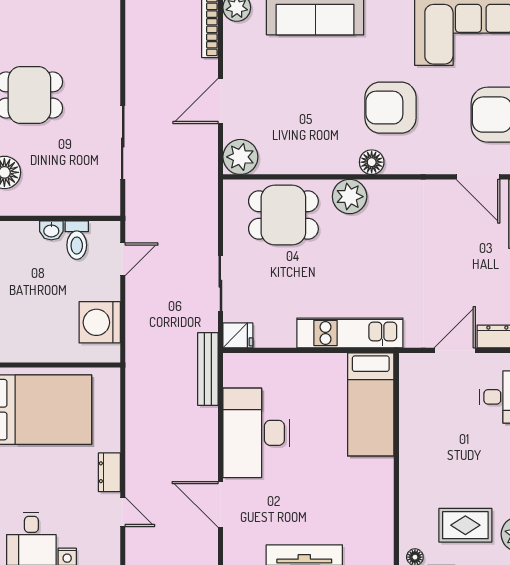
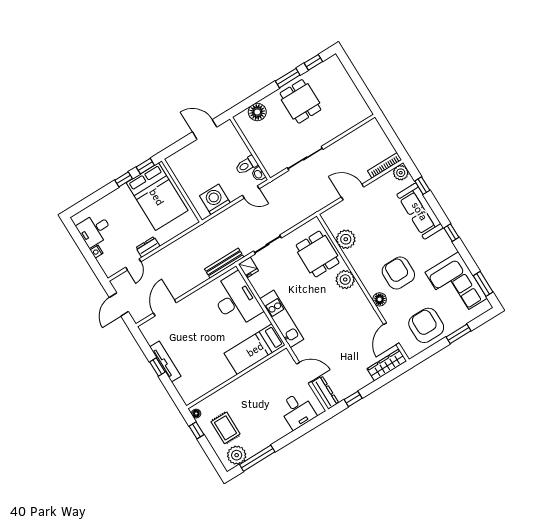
plant: (240, 157) -> (346, 239), moved
floor lamp: (372, 162) -> (380, 299), moved
washbasin: (51, 230) -> (258, 174), moved
desk: (256, 433) -> (236, 300), moved, turned 90

